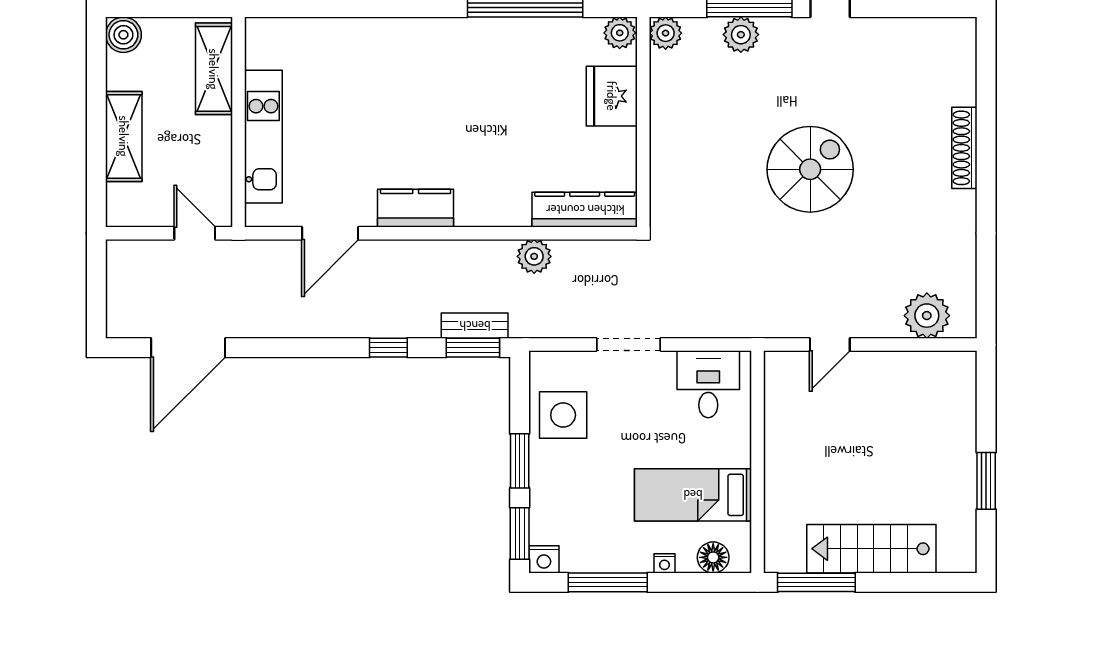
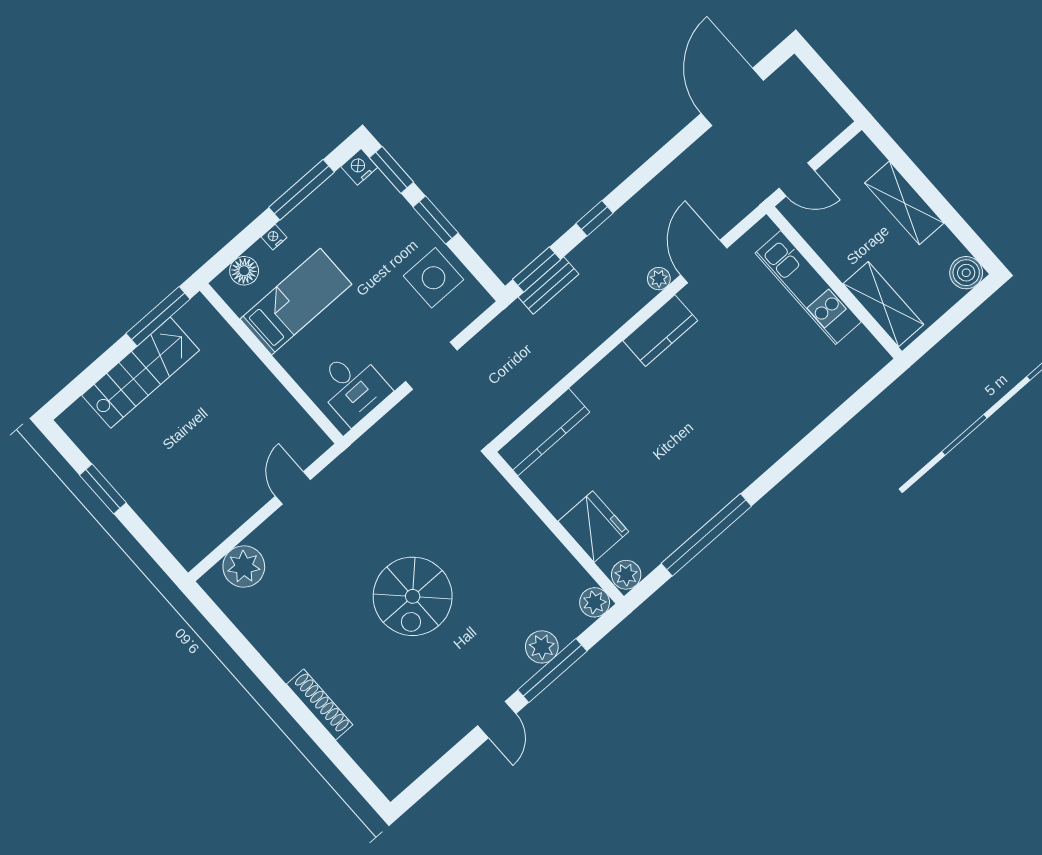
plant: (534, 256) -> (659, 279), moved, width x0.73, depth x0.73

